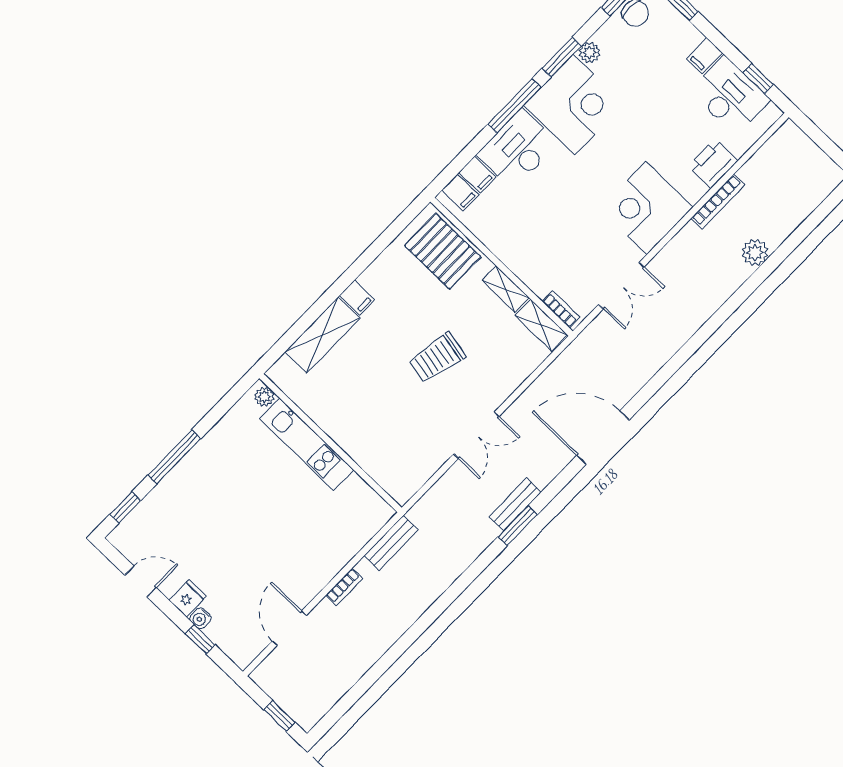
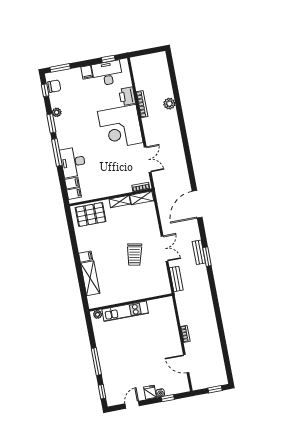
corner desk: (574, 105) -> (71, 131), removed
corner desk: (646, 208) -> (120, 127), width x1.36, depth x1.36
trolley: (437, 358) -> (134, 255), moved
bench: (391, 543) -> (176, 279), moved

